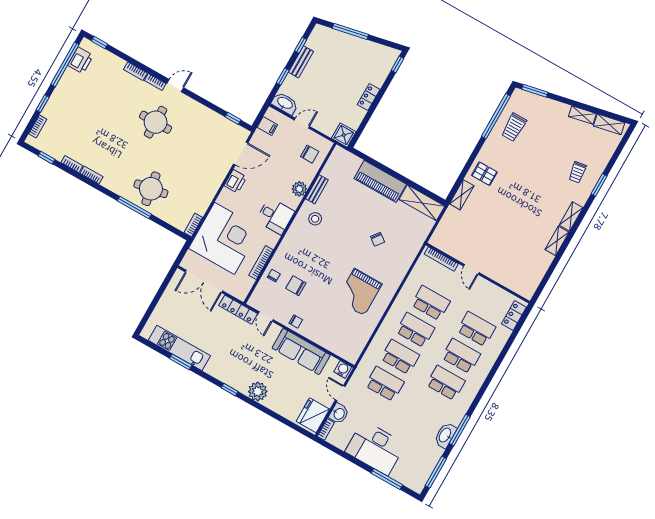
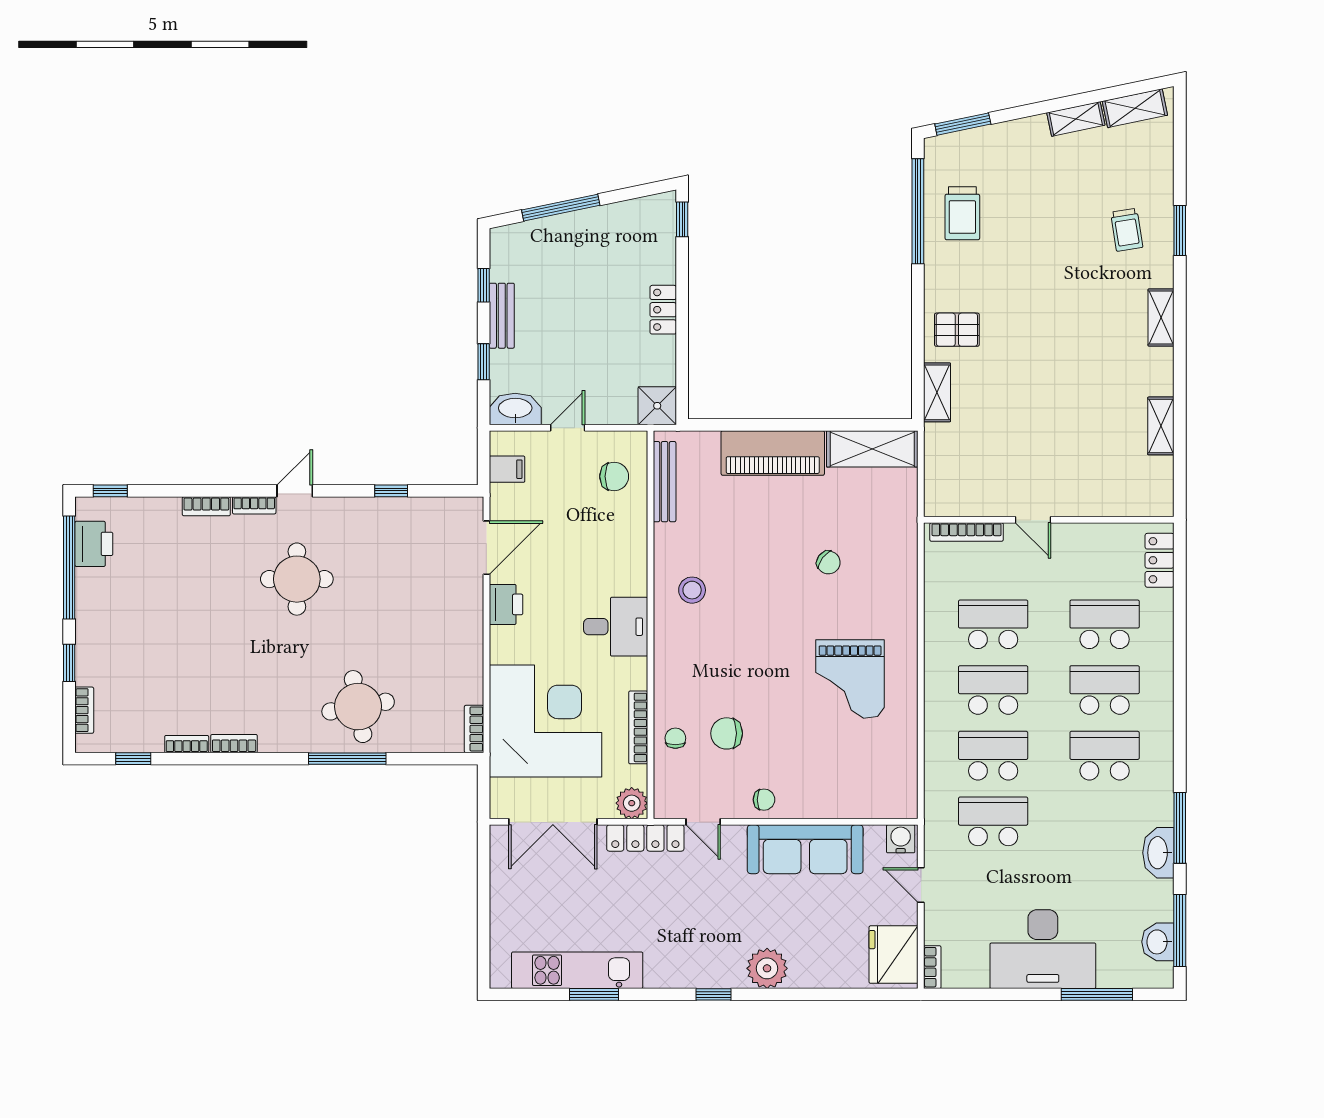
window: (233, 118) -> (391, 491), moved
plant: (299, 189) -> (632, 803), moved
bench: (317, 189) -> (665, 482), moved, width x1.36
shelving: (557, 241) -> (1161, 426), moved
washbasin: (339, 414) -> (1158, 942), moved, turned 180

